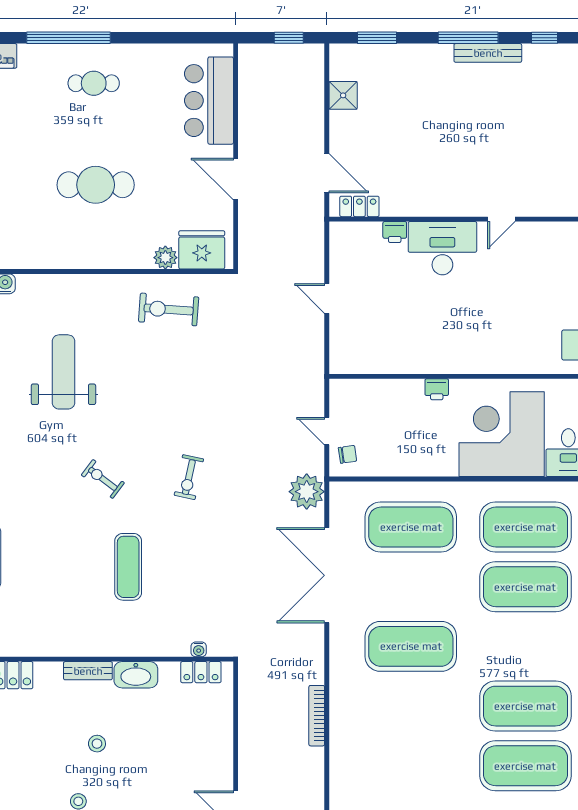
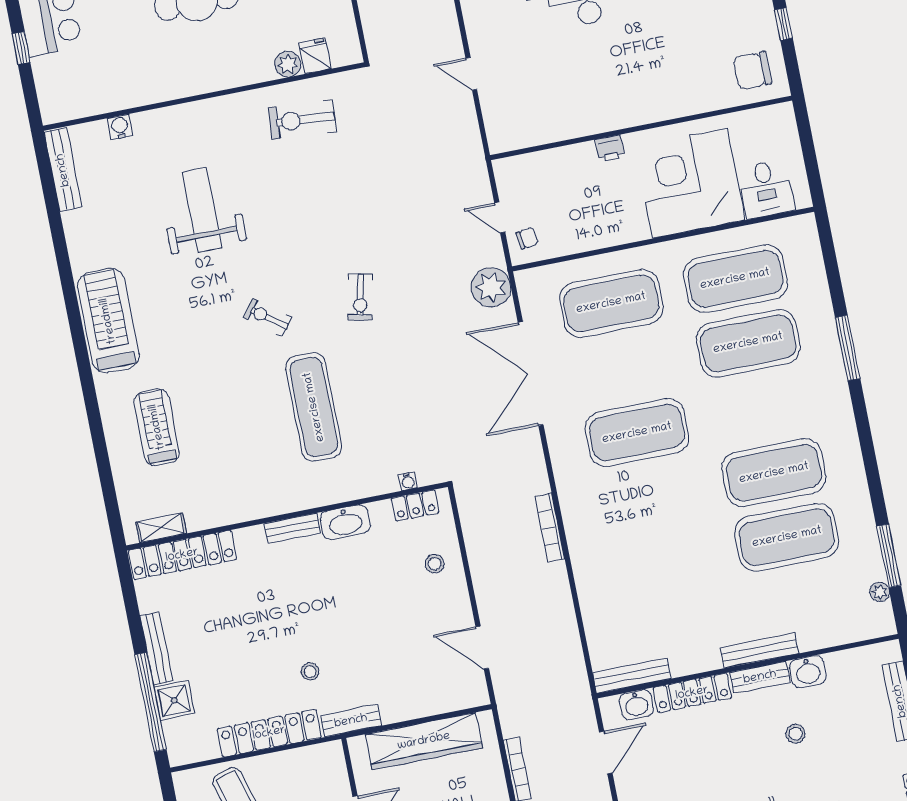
fridge: (202, 250) -> (315, 56), width x0.53, depth x0.75
exercise mat: (128, 567) -> (314, 407), width x1.36, depth x1.45
stool: (97, 744) -> (435, 564), moved

